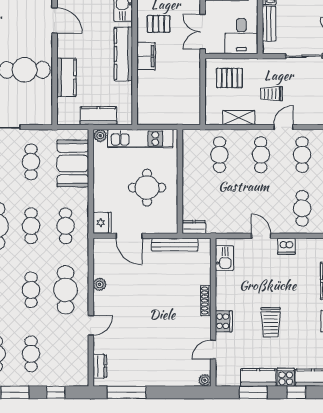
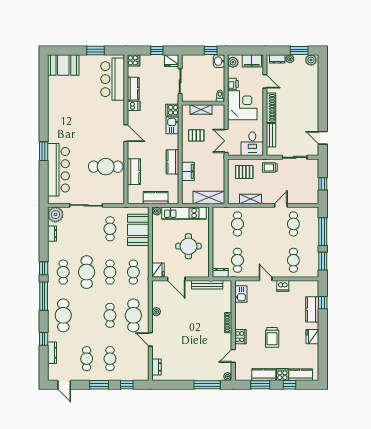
kitchen counter: (123, 54) -> (172, 162), width x0.67
filing cabinet: (146, 56) -> (188, 171), moved
trolley: (271, 94) -> (270, 168), moved
shelving: (177, 116) -> (209, 197), added
cafe table: (261, 155) -> (237, 260), moved
door: (91, 325) -> (150, 339), swing flipped
window: (127, 392) -> (207, 385), moved

